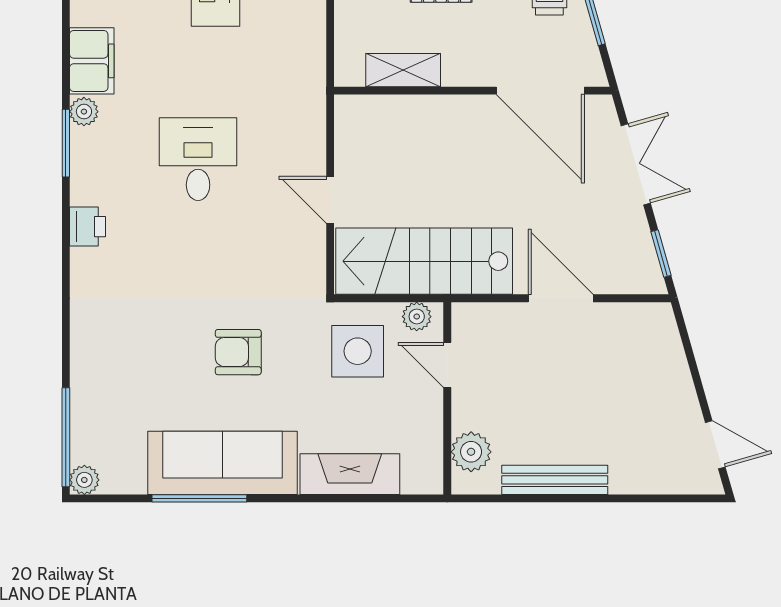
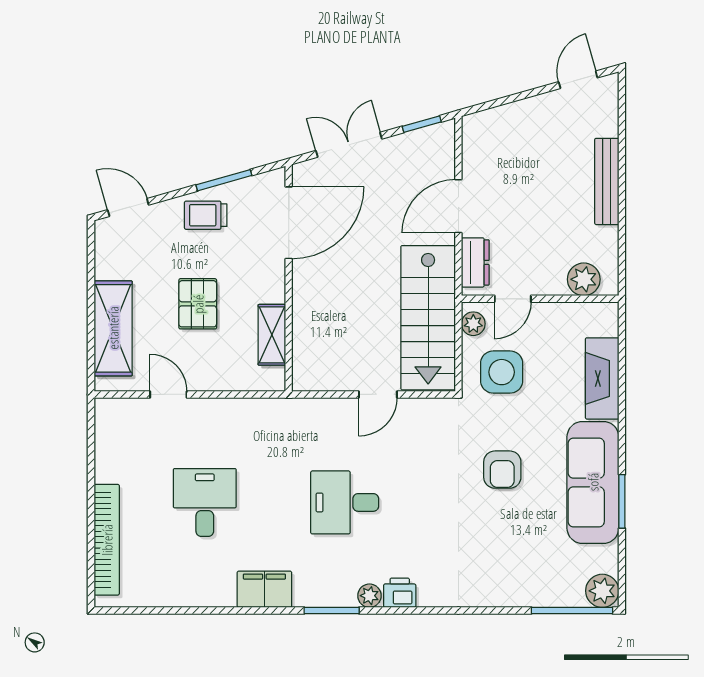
plant: (84, 112) -> (369, 596), moved
dresser: (492, 319) -> (475, 262), added
plant: (84, 480) -> (602, 591), width x1.38, depth x1.38
bench: (555, 480) -> (607, 181), moved
window: (199, 498) -> (622, 501), width x0.69

